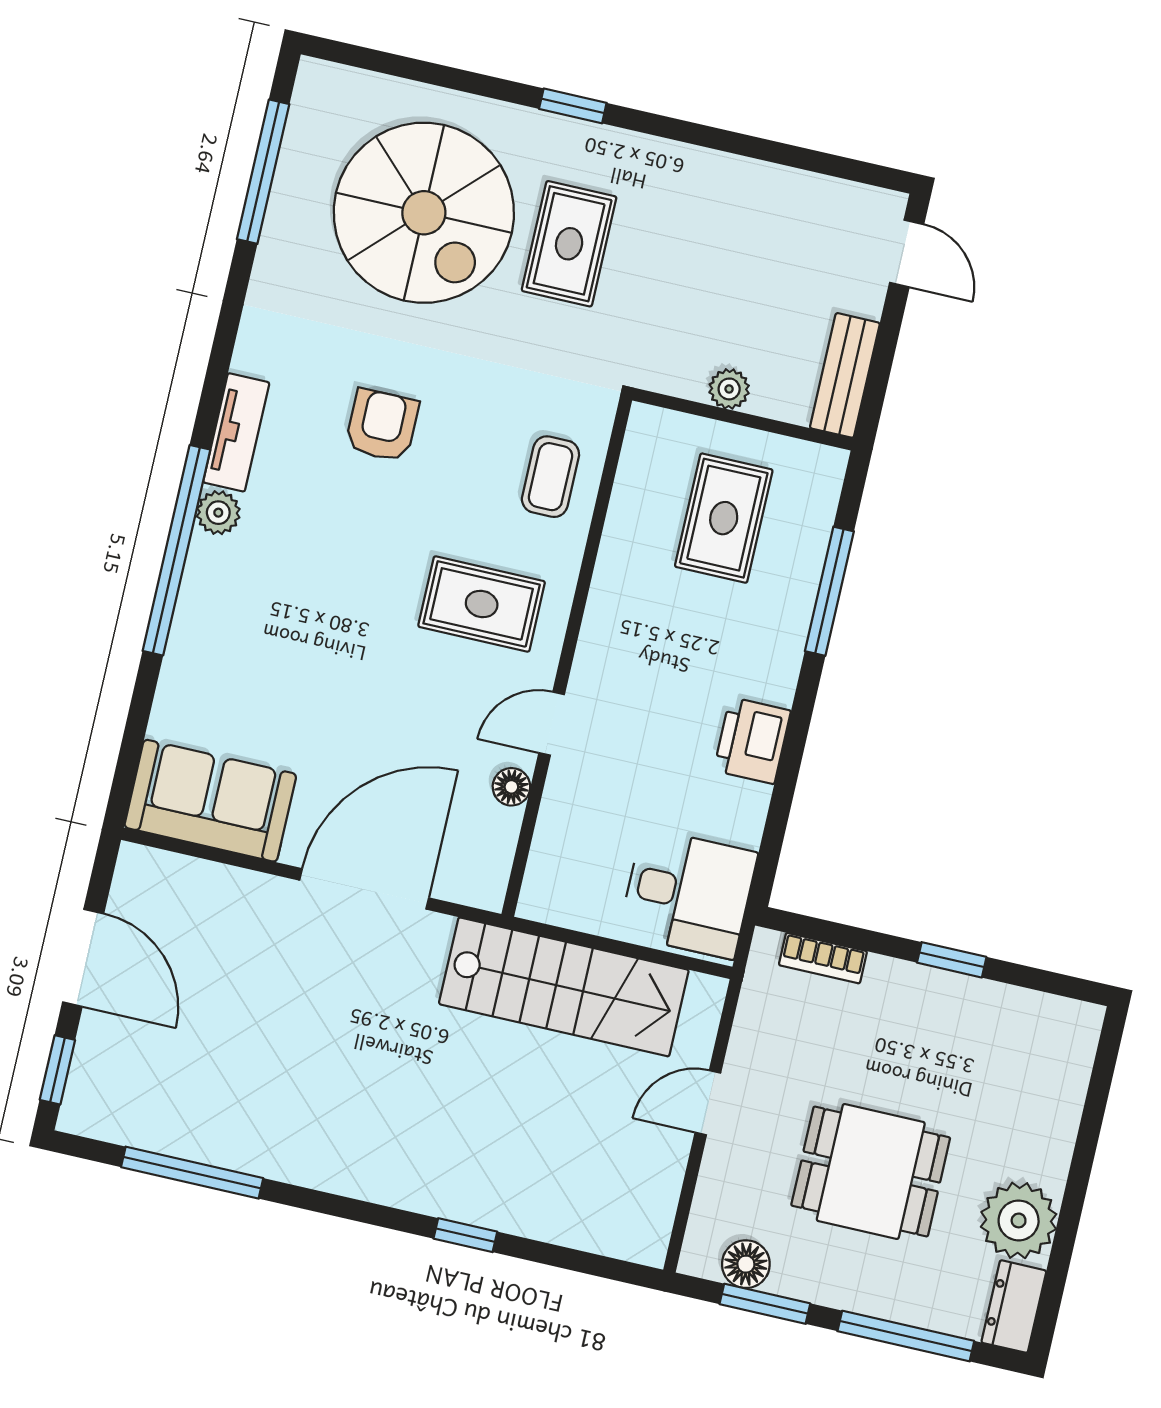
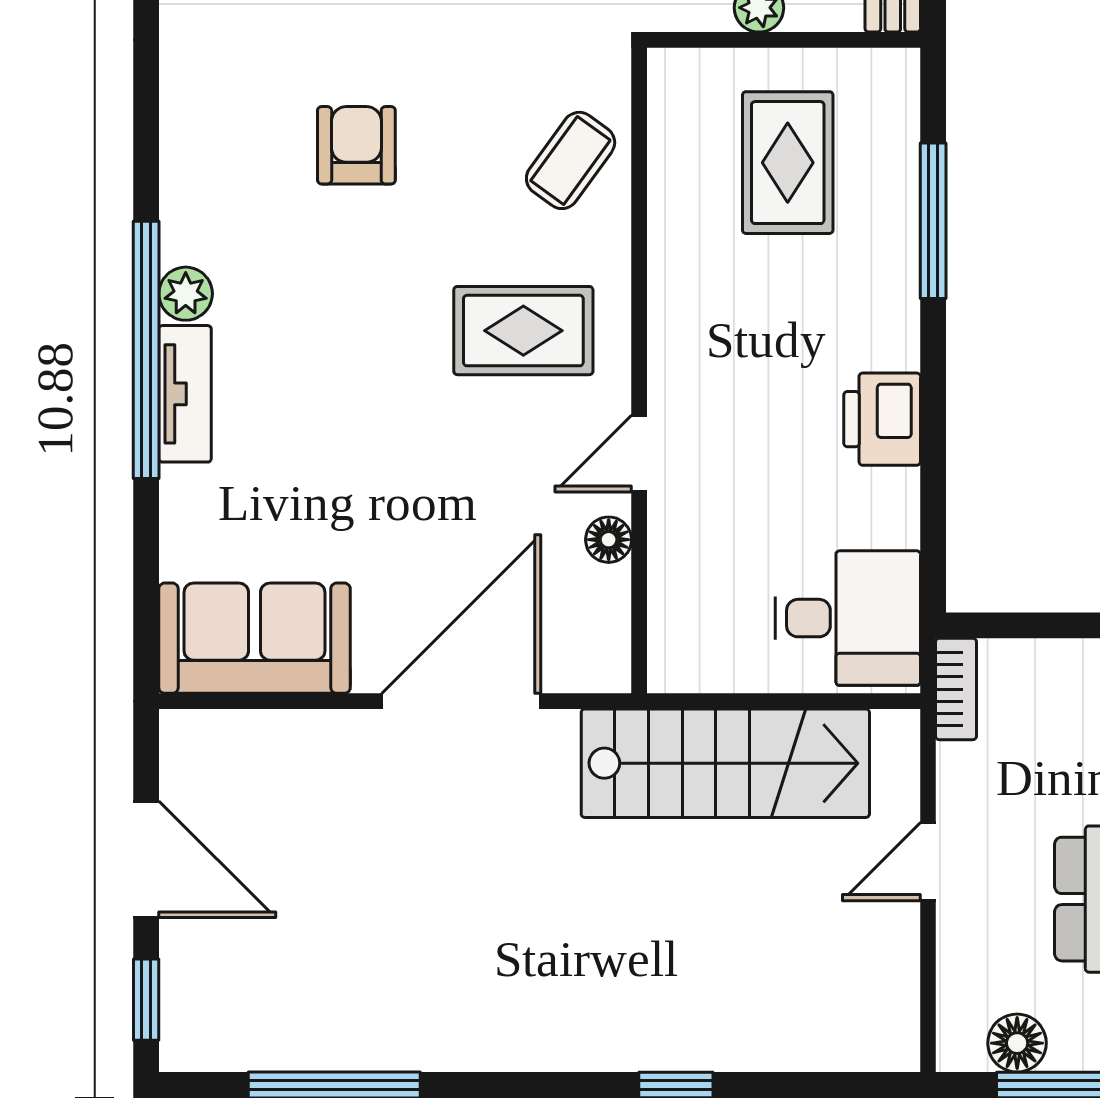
tv unit: (236, 432) -> (185, 394), moved
coffee table: (550, 477) -> (571, 160), turned 36
bookcase: (823, 958) -> (956, 689), moved, turned -90

